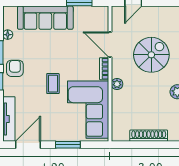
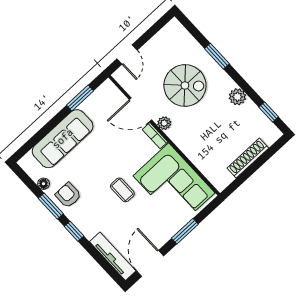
spiral stairs: (151, 55) -> (185, 85), turned 90
armchair: (15, 68) -> (68, 195), moved
plant: (117, 84) -> (164, 123), moved

